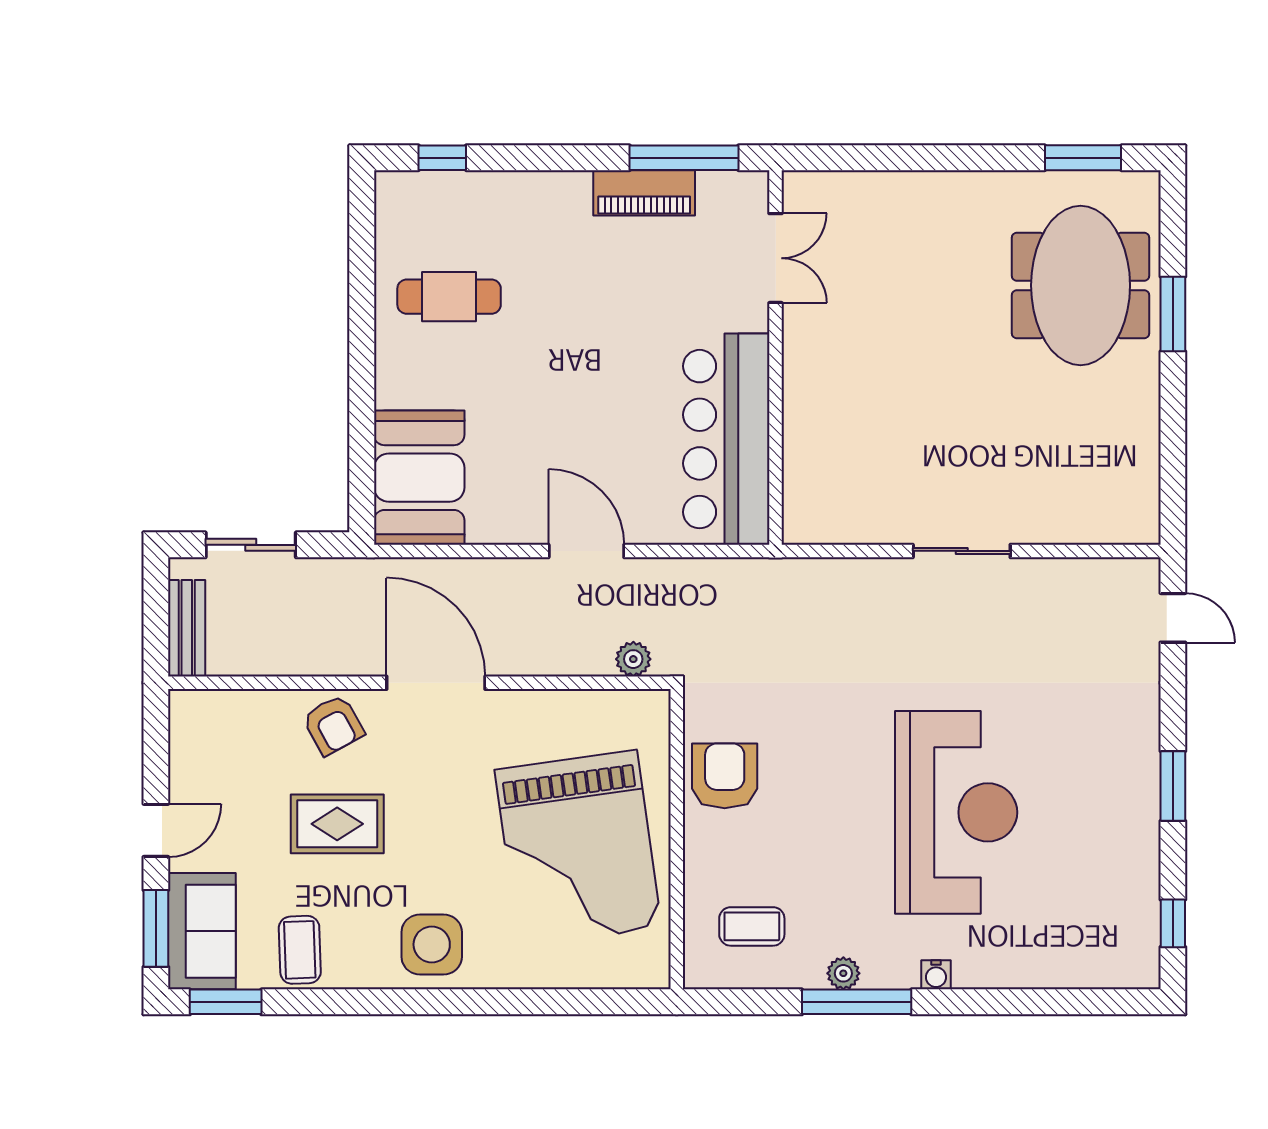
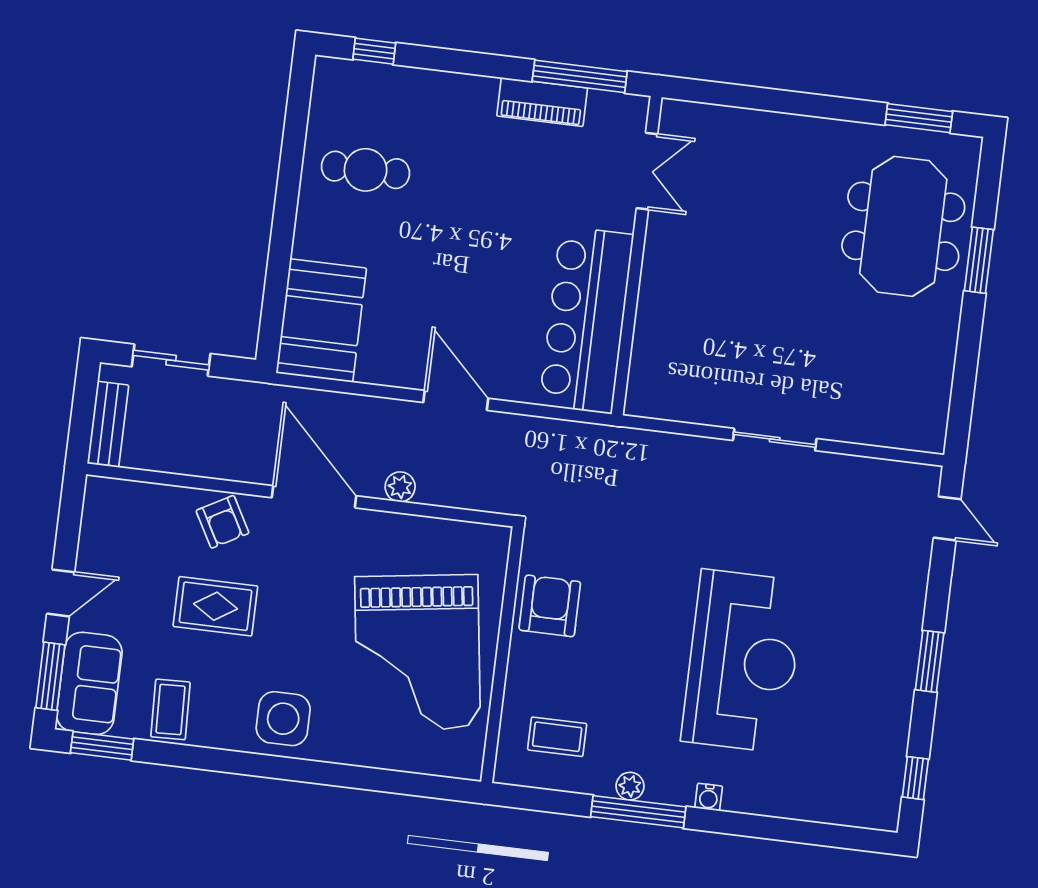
plant: (633, 659) -> (400, 487), moved

